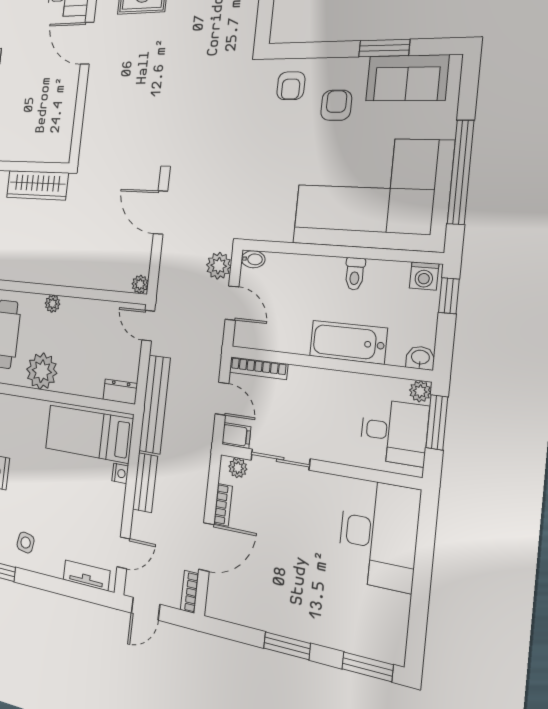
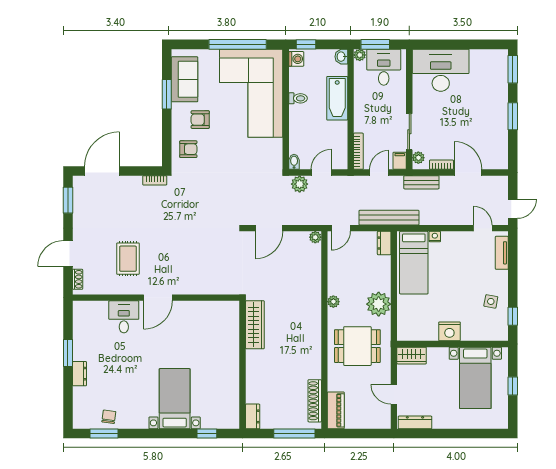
bench: (145, 483) -> (421, 182), moved
bookcase: (190, 592) -> (155, 180), moved
door: (145, 609) -> (513, 209), hinge flipped

